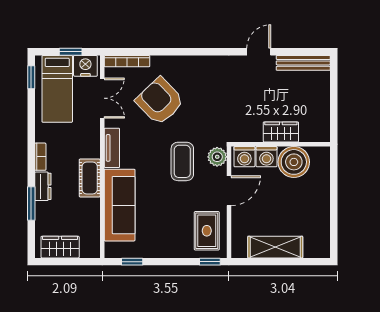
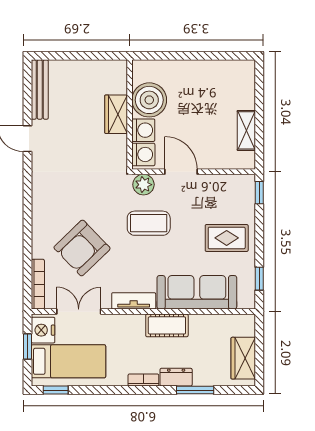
rug: (207, 231) -> (227, 238), moved
shelving: (275, 247) -> (246, 130), width x0.67, depth x0.75

